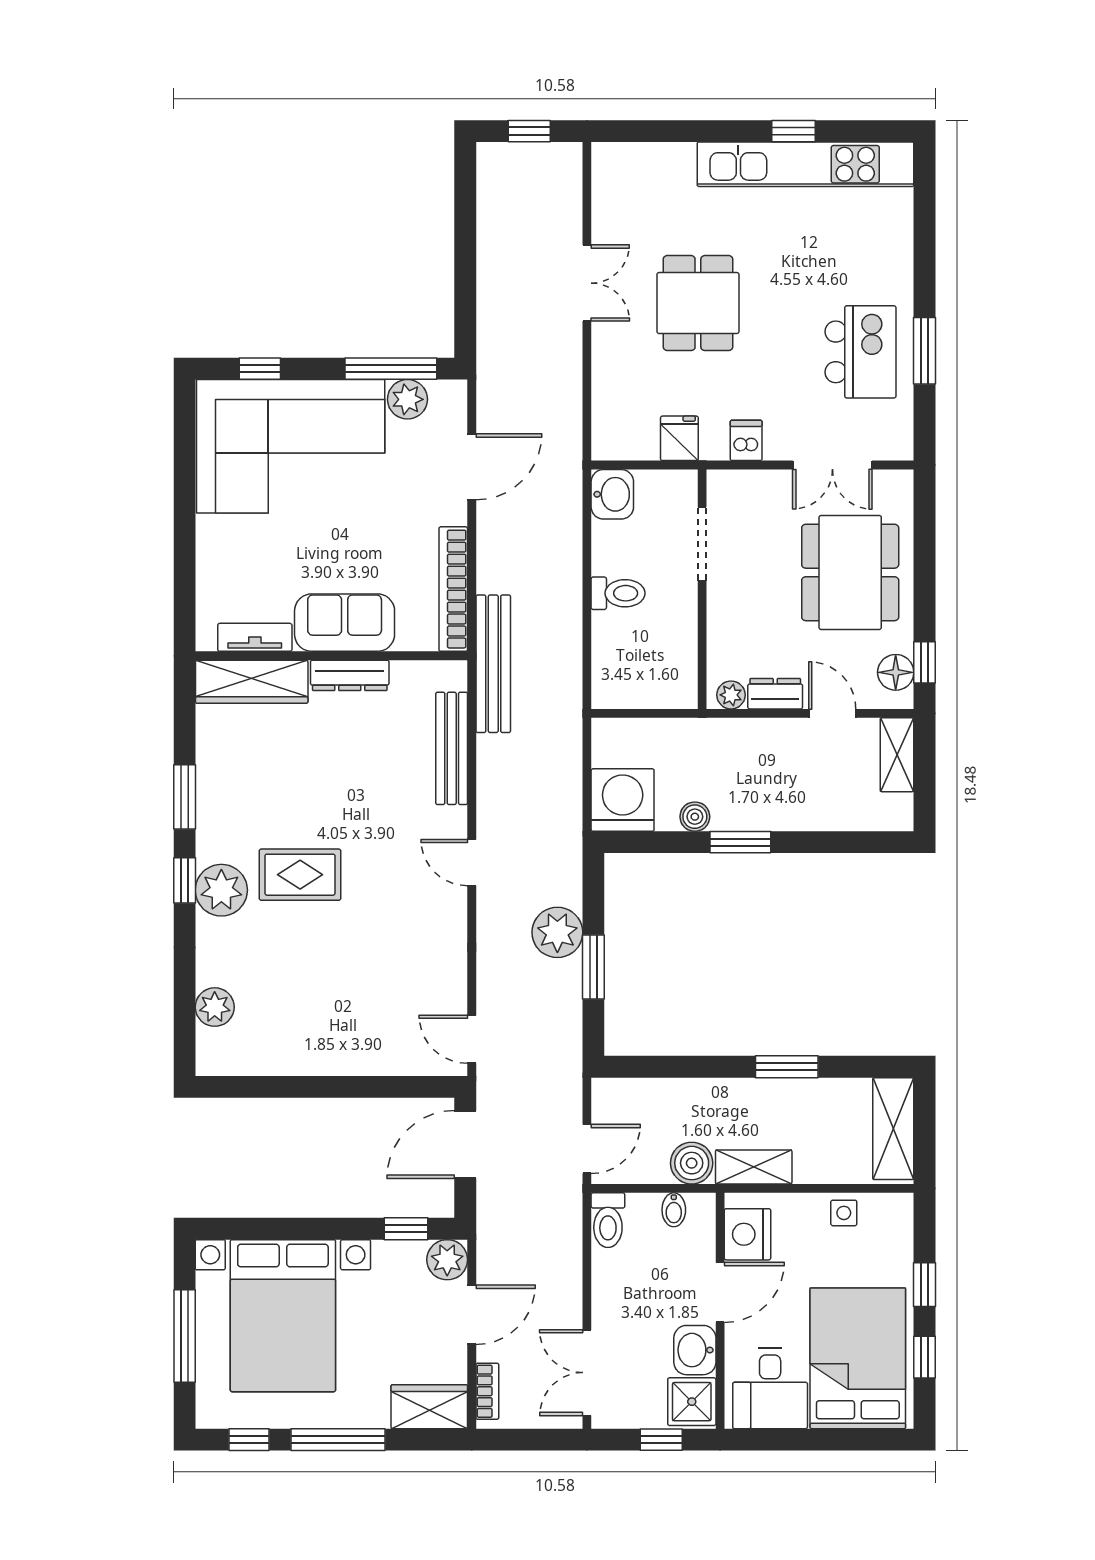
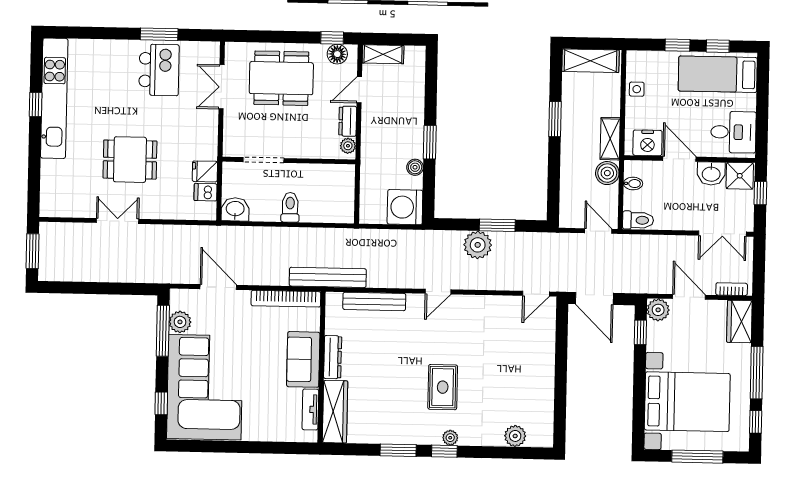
window: (529, 131) -> (33, 251), width x1.50
kitchen island: (860, 352) -> (159, 70), turned 90
dishwasher: (746, 440) -> (206, 192), moved
double door: (832, 465) -> (221, 87), swing flipped
plant: (221, 890) -> (450, 438), width x0.53, depth x0.53
bed: (858, 1358) -> (718, 74), width x0.67

